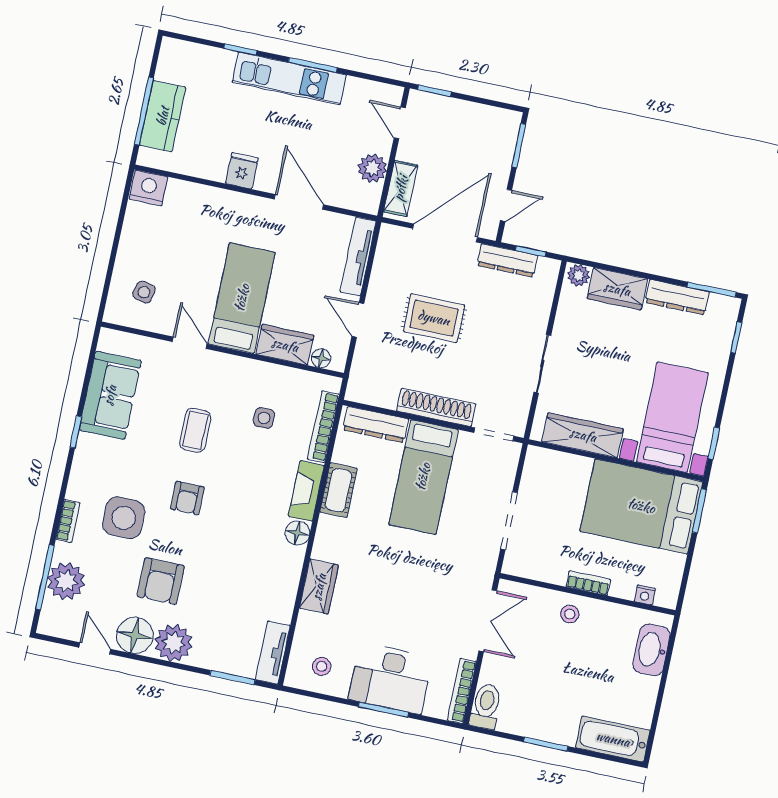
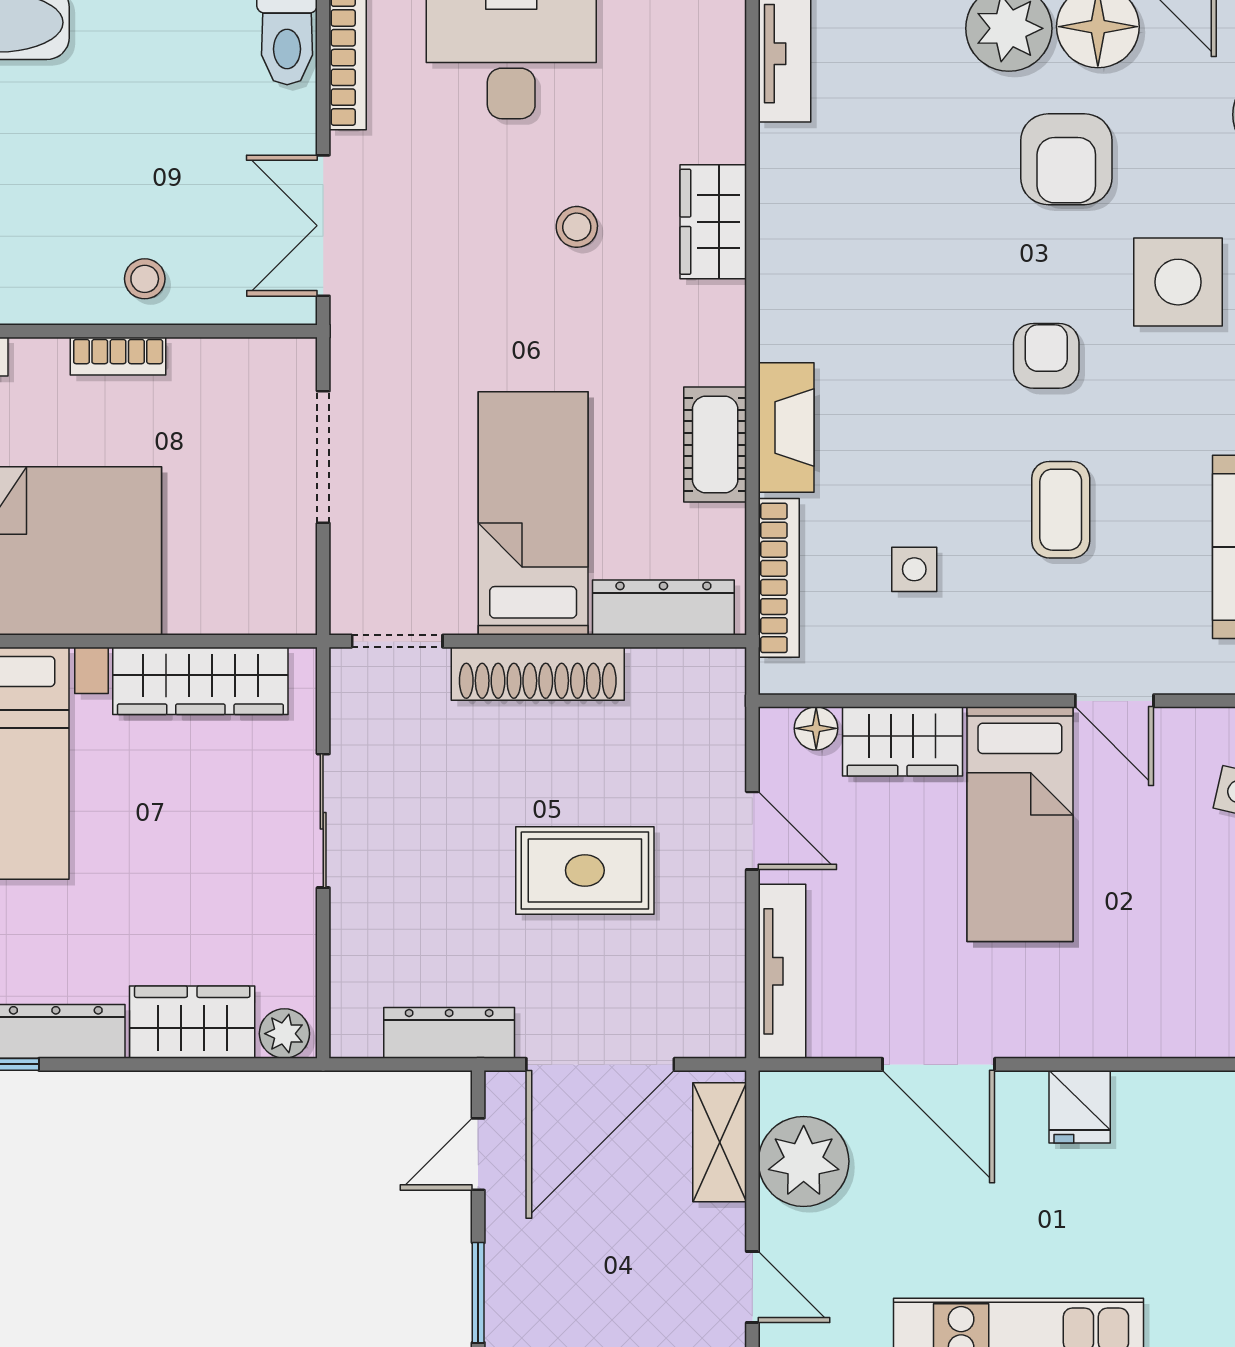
plant: (372, 168) -> (804, 1161), width x1.36, depth x1.36
window: (531, 251) -> (402, 1064), removed
floor lamp: (297, 533) -> (786, 330), removed
armchair: (161, 581) -> (1066, 159), turned 180
stool: (322, 666) -> (577, 227), moved

